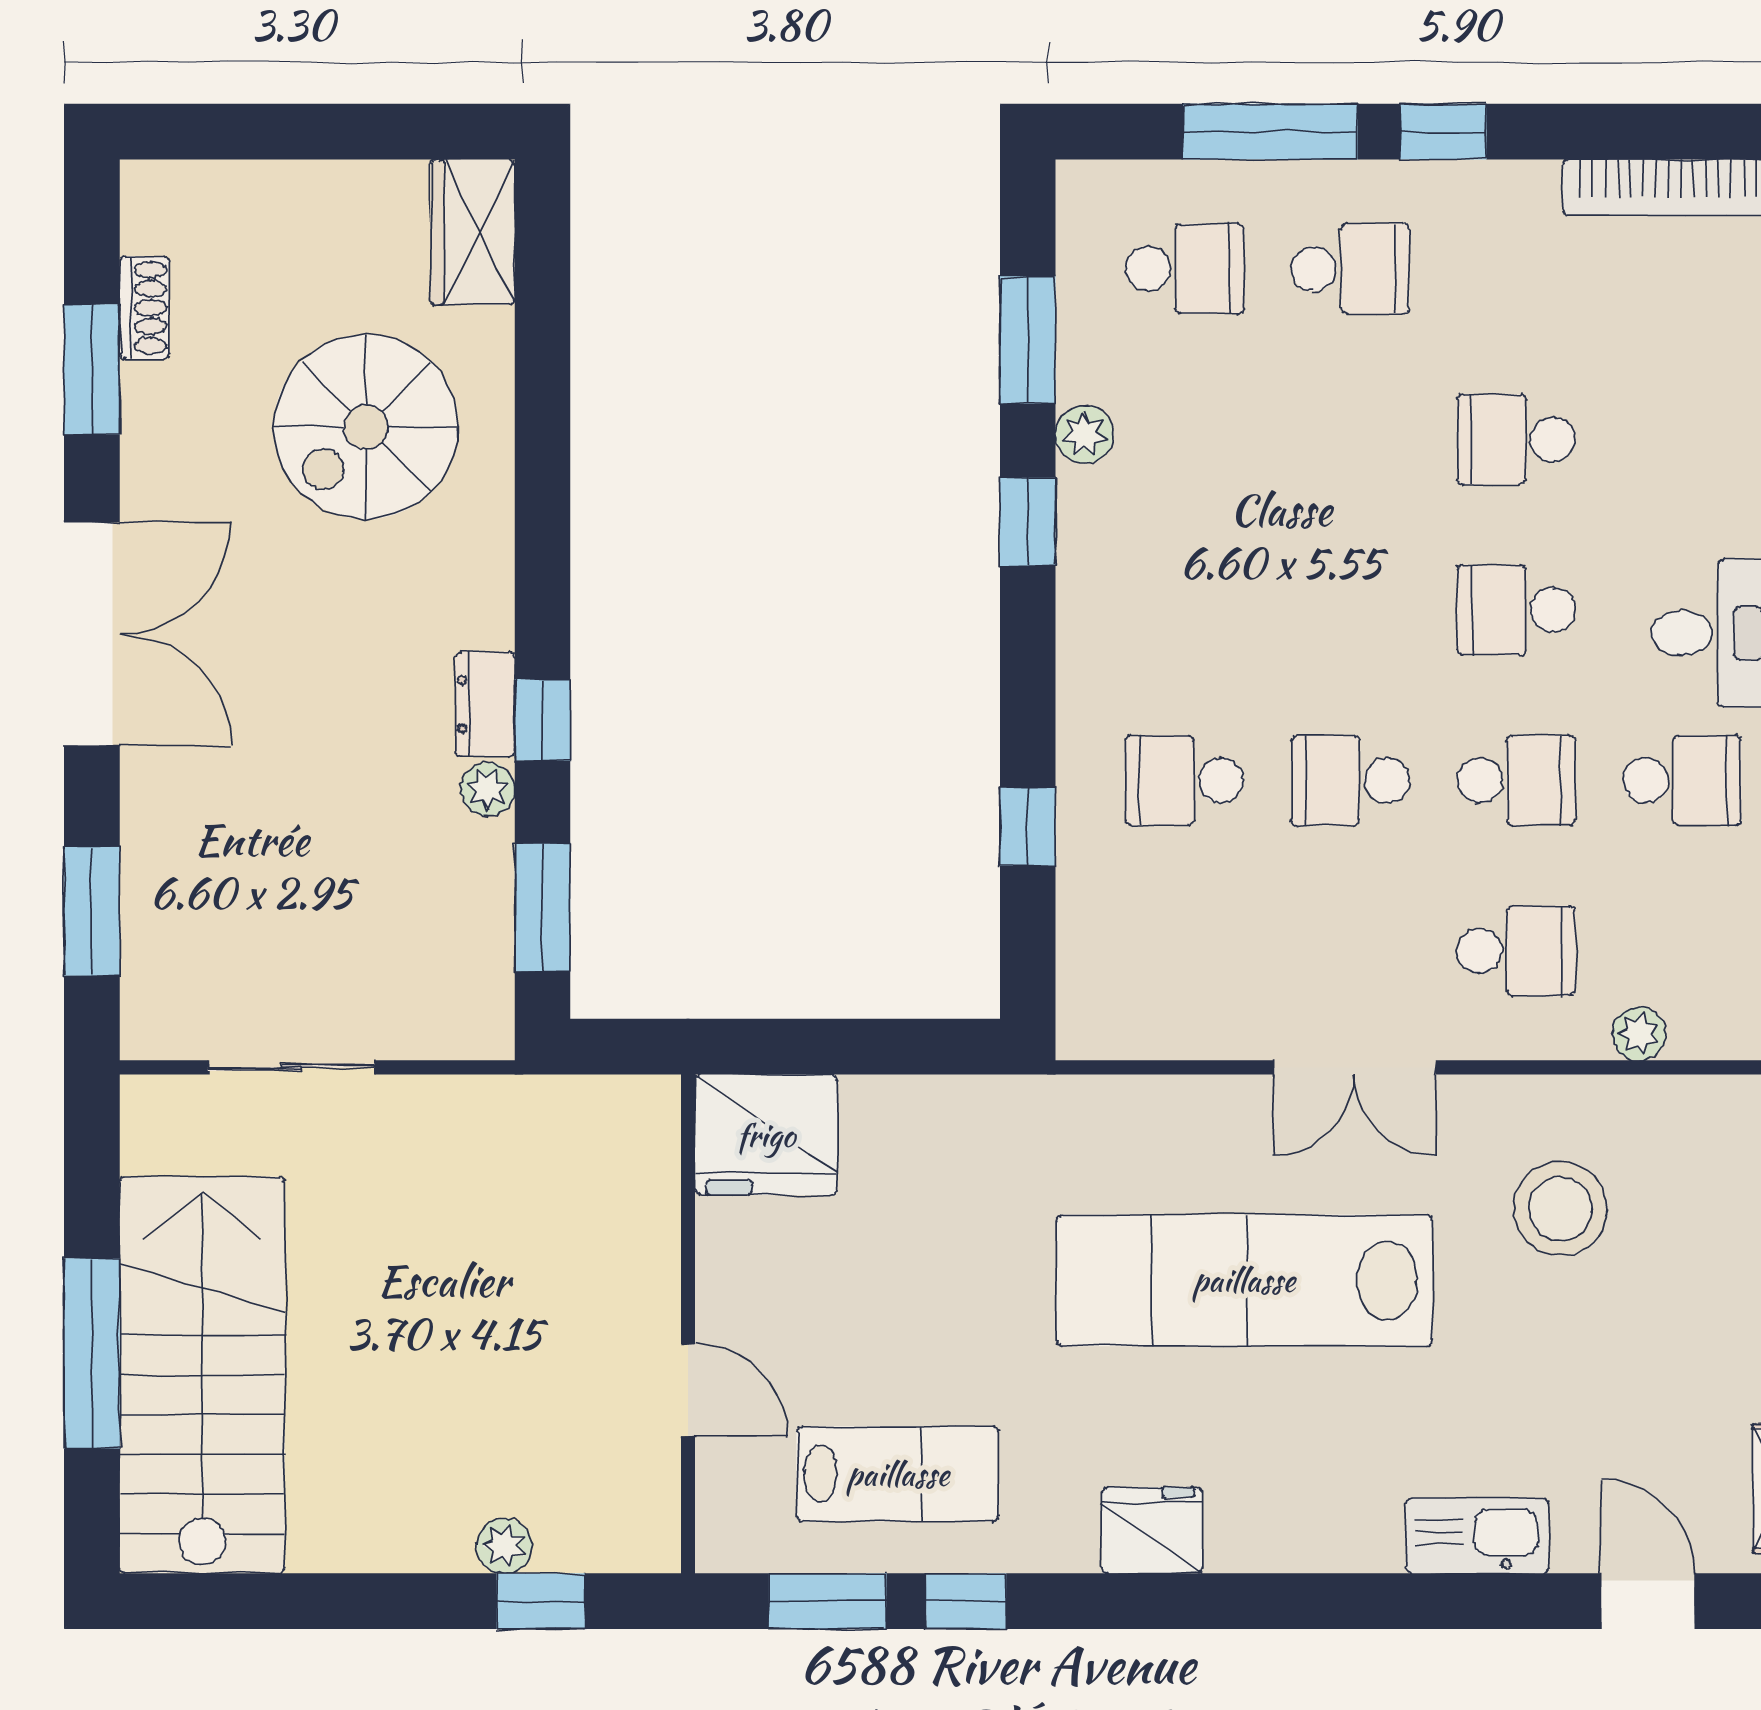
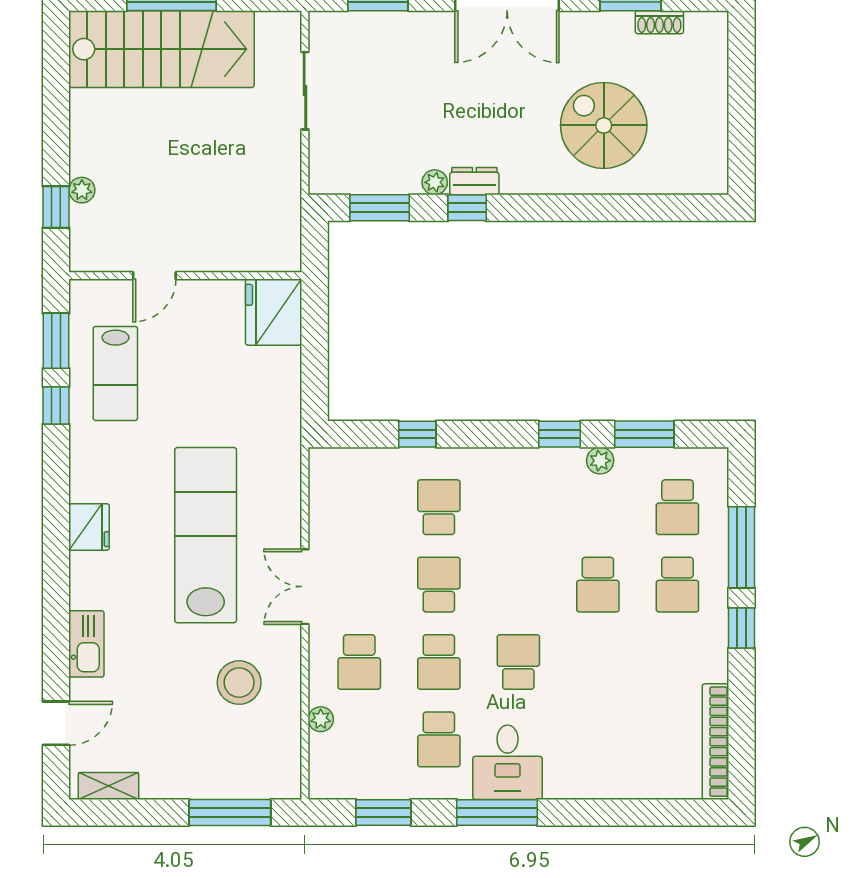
wardrobe: (473, 232) -> (695, 175), removed
school desk: (1516, 439) -> (598, 585), moved, turned 180
fridge: (1152, 1530) -> (89, 527), moved

